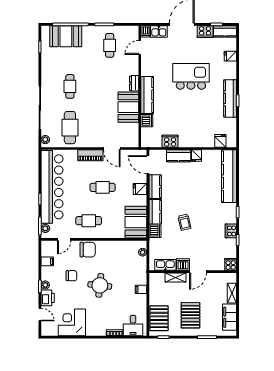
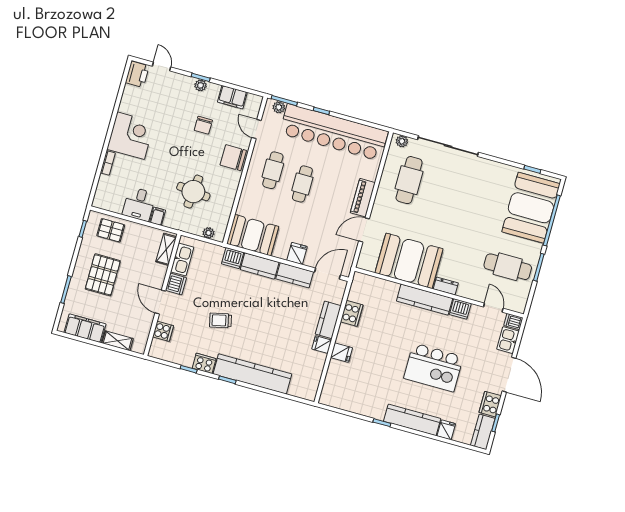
booth: (66, 36) -> (531, 208), width x1.36, depth x1.42
cafe table: (110, 45) -> (508, 267), width x1.37, depth x1.35
kitchen island: (191, 76) -> (433, 367), turned 90
cafe table: (70, 86) -> (466, 196), removed
kitchen counter: (230, 98) -> (412, 420), moved
booth: (128, 107) -> (409, 261), width x1.36, depth x1.42
dishwasher: (147, 121) -> (460, 309), moved
cafe table: (70, 128) -> (409, 180), turned 90
fridge: (220, 141) -> (341, 353), moved
kitchen counter: (229, 176) -> (252, 374), moved
cafe table: (103, 187) -> (302, 184), moved
trolley: (184, 222) -> (220, 320), moved
chair: (88, 250) -> (233, 158), turned 90
filing cabinet: (47, 261) -> (232, 97), width x2.00
cooker: (231, 264) -> (163, 331), moved
shelving: (175, 277) -> (166, 249), moved
round table: (100, 285) -> (193, 192), moved
printer: (48, 298) -> (137, 74), moved, turned -90
door: (40, 315) -> (162, 67), swing flipped
pallet: (190, 315) -> (103, 275), turned 90
pallet: (159, 318) -> (111, 230), width x0.67, depth x0.71
corner desk: (72, 322) -> (131, 136), moved
desk: (133, 326) -> (139, 204), moved, turned -90

